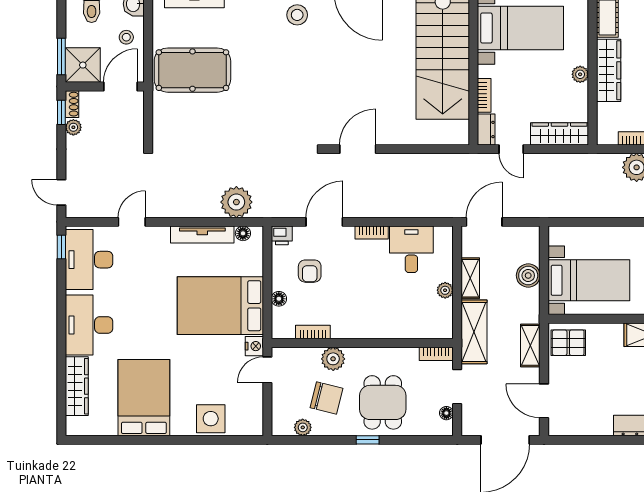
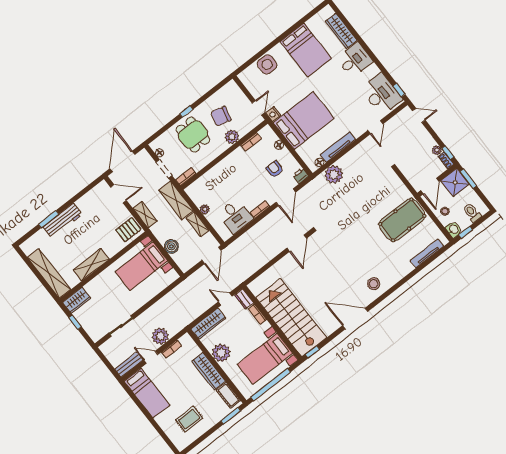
plant: (580, 74) -> (221, 353), width x1.88, depth x1.88
desk: (89, 325) -> (355, 60), width x0.73
plant: (303, 427) -> (221, 94), removed

